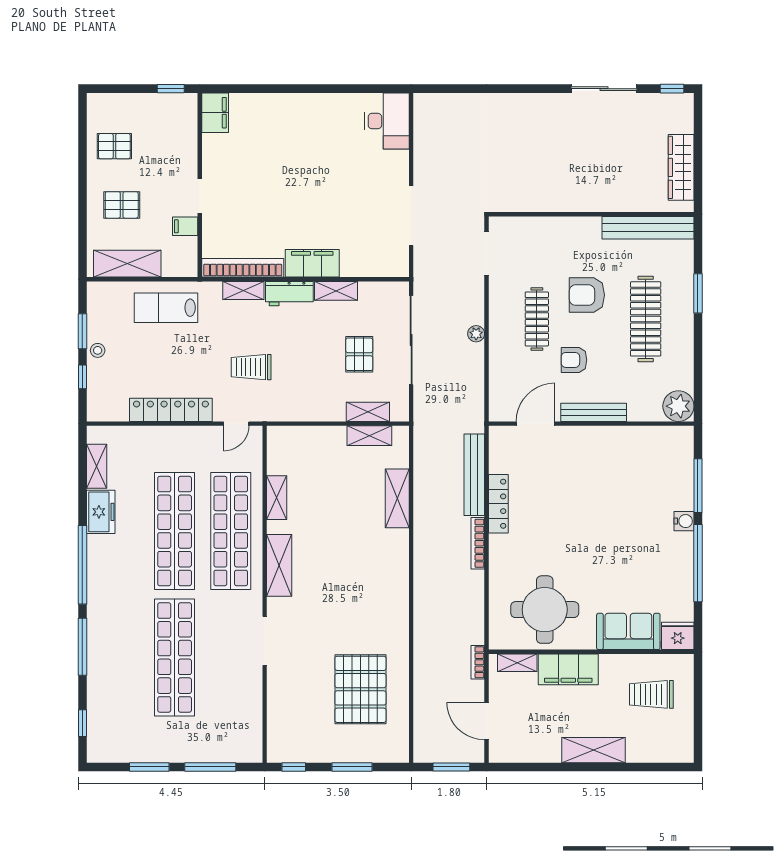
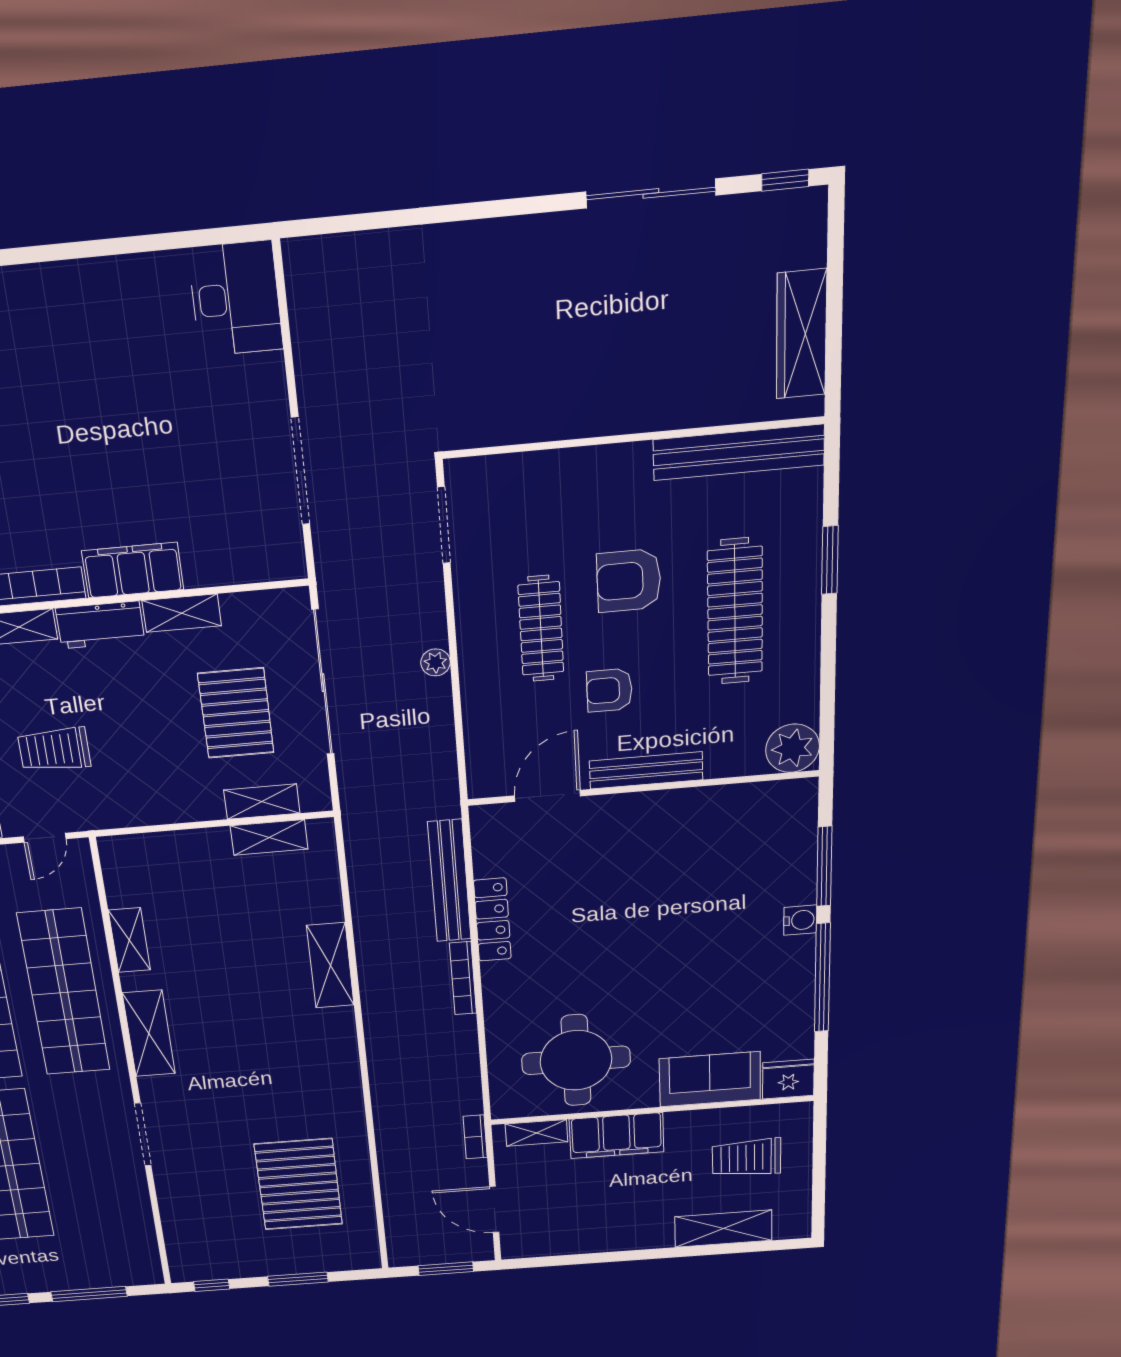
pallet: (359, 354) -> (236, 713), width x1.50, depth x1.42
shelving: (397, 498) -> (330, 965), moved
shelving: (594, 750) -> (723, 1229), moved

